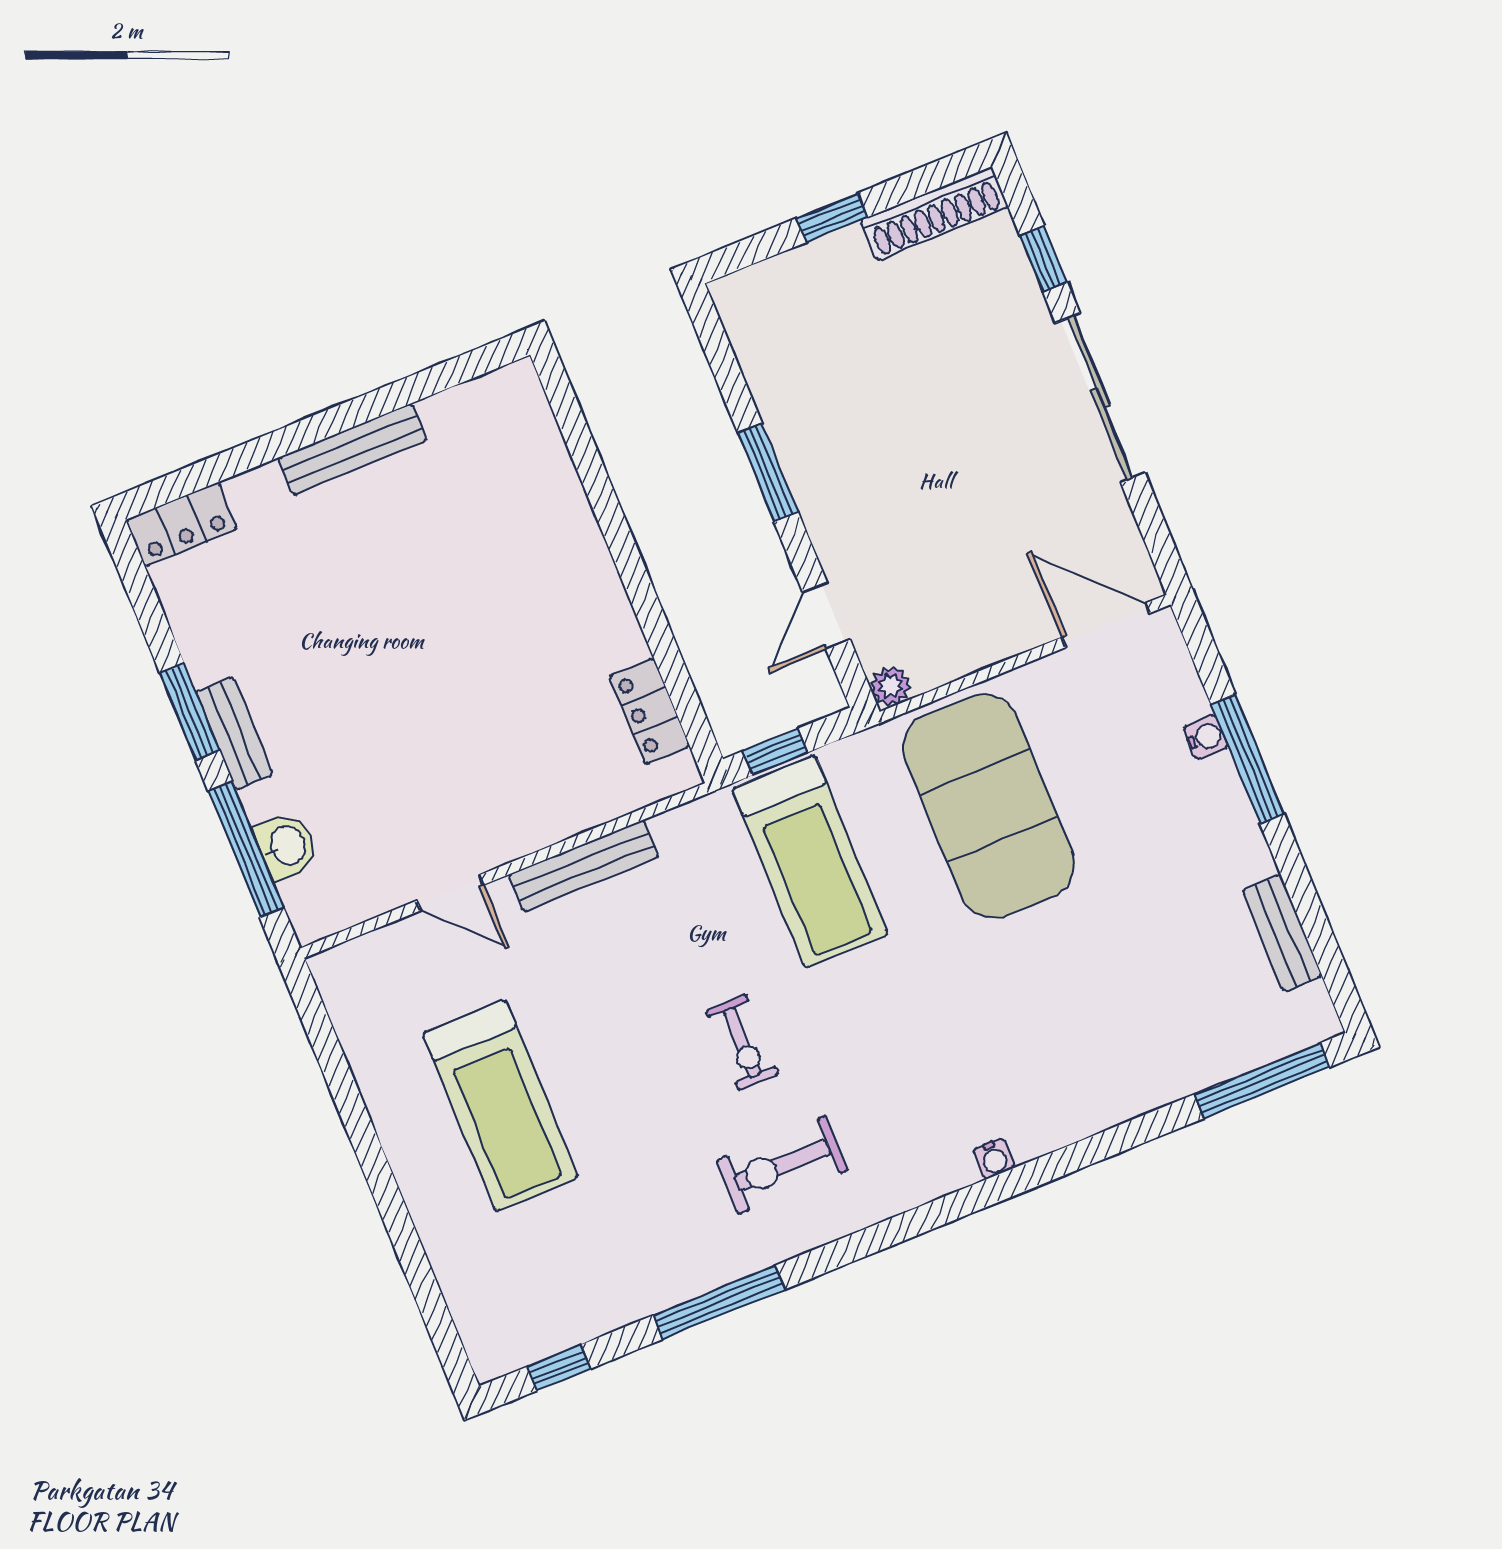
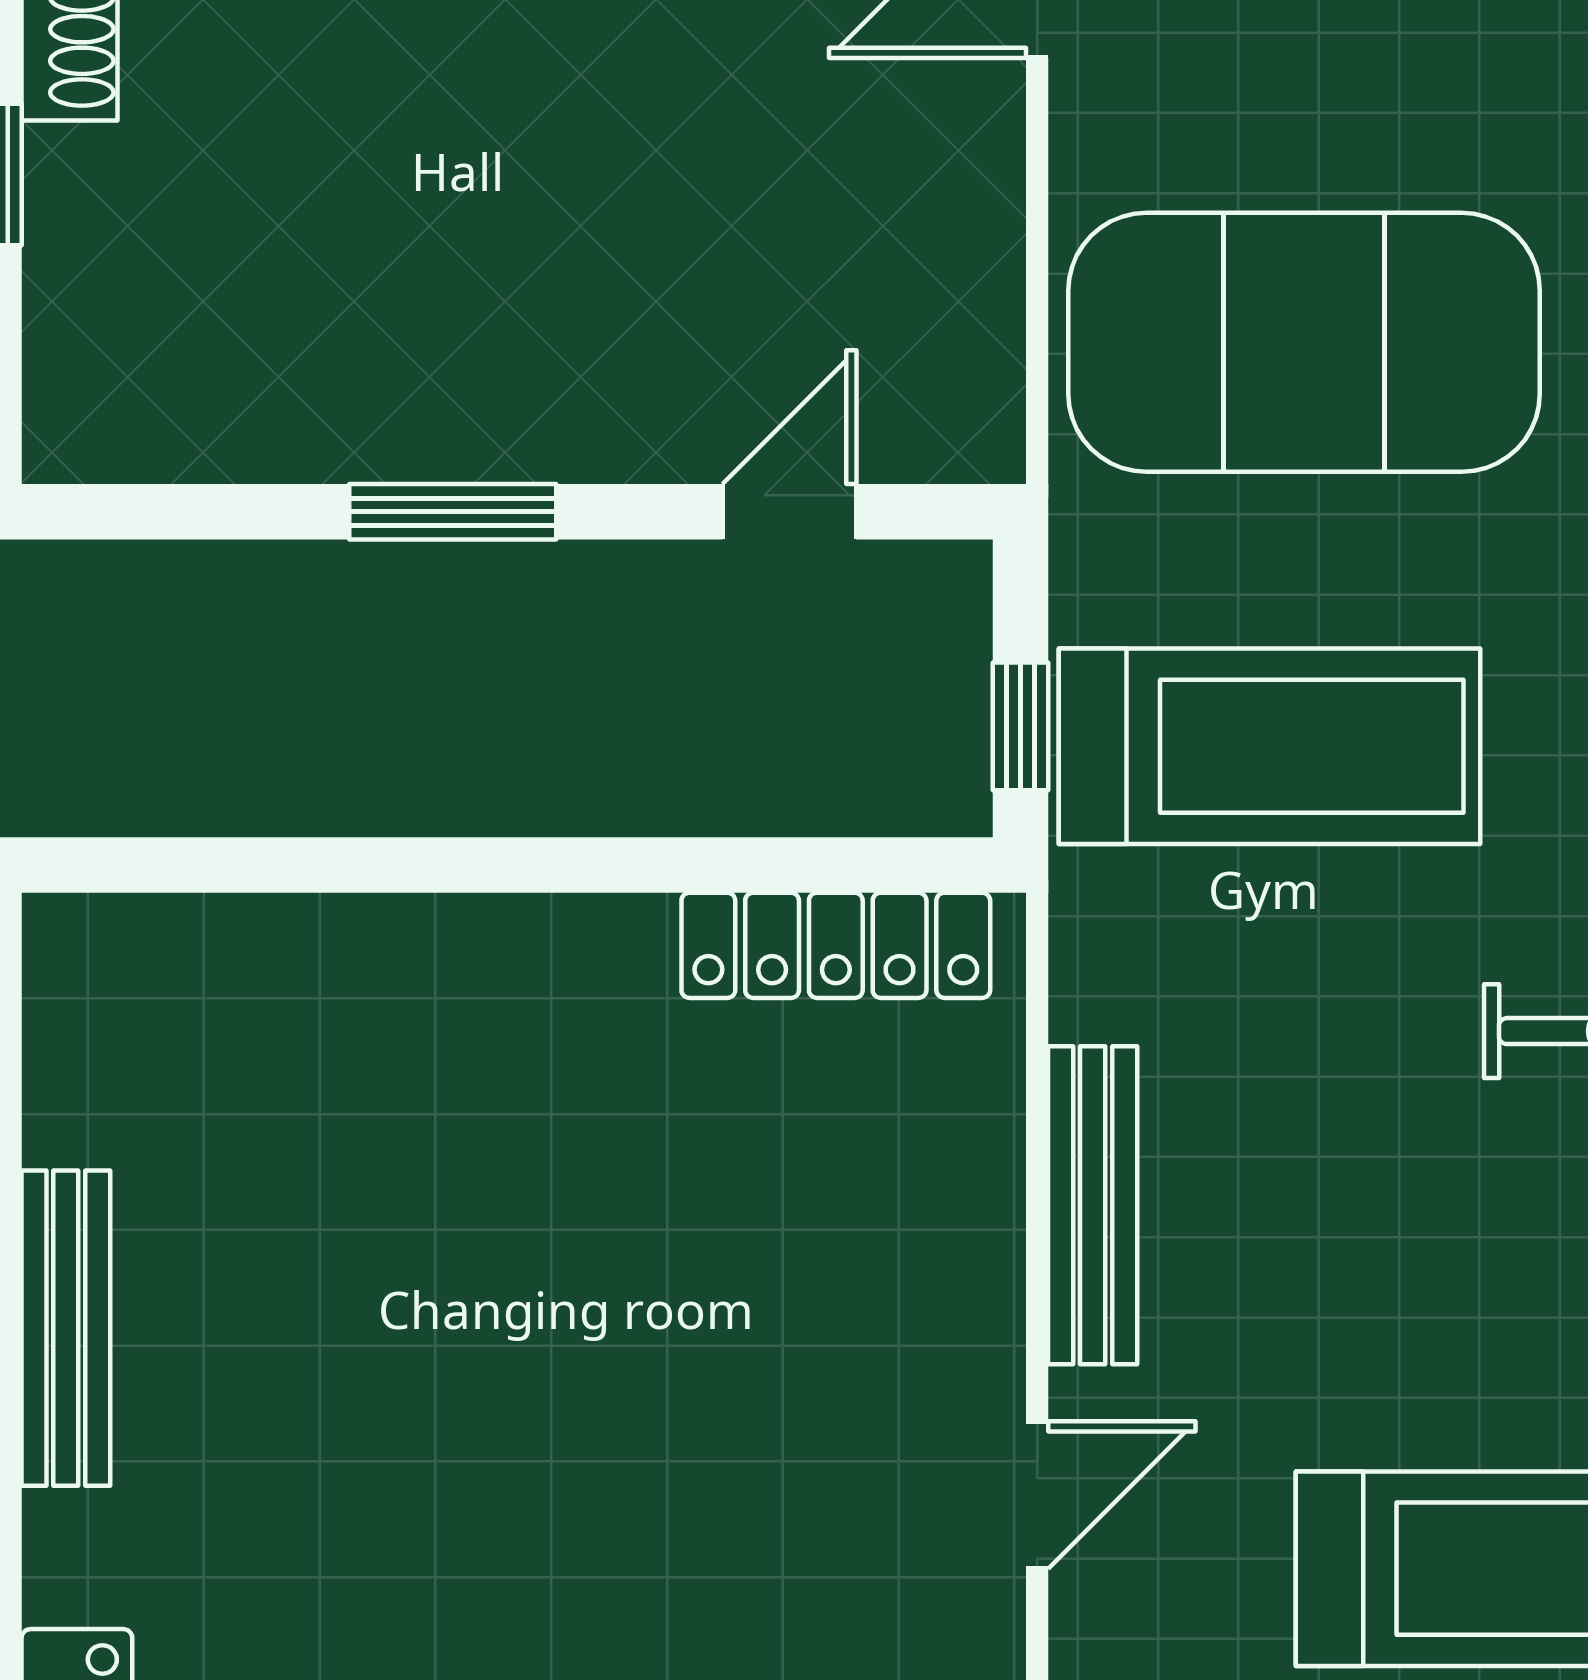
door: (827, 616) -> (789, 512), swing flipped
plant: (890, 686) -> (983, 441), removed
locker: (650, 711) -> (836, 945), width x1.53

